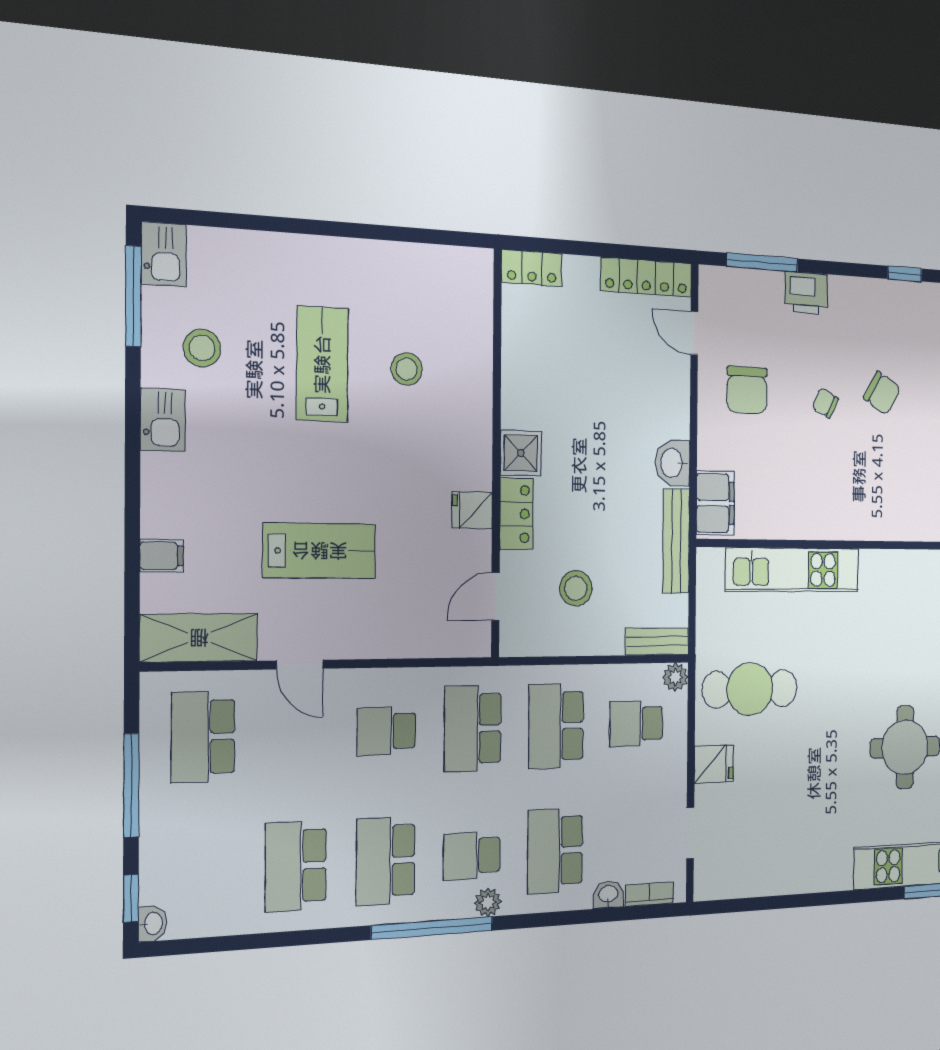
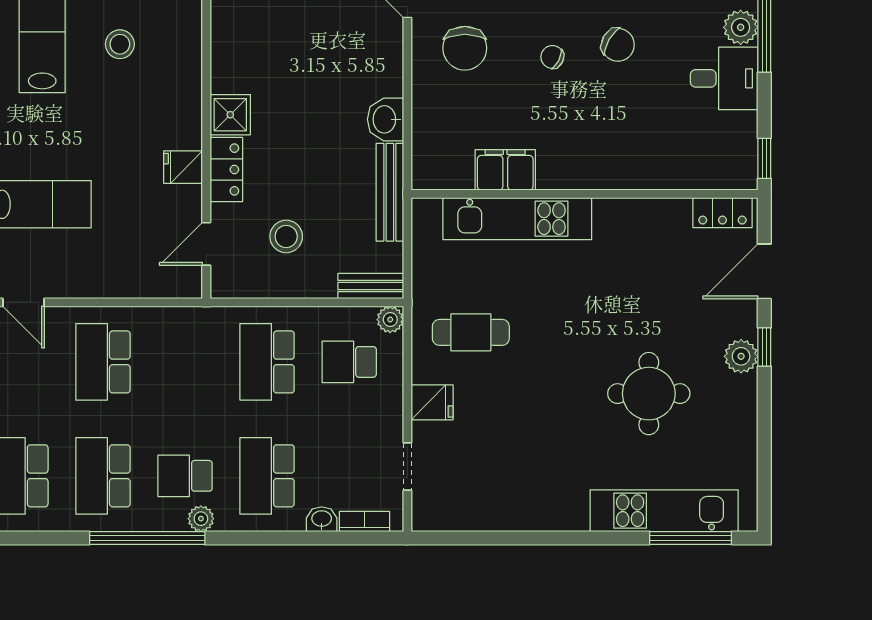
filing cabinet: (715, 503) -> (505, 170), moved, turned -90
cafe table: (750, 689) -> (471, 332), width x0.73, depth x0.74
school desk: (473, 729) -> (185, 362), removed
school desk: (386, 731) -> (103, 362), width x1.85

